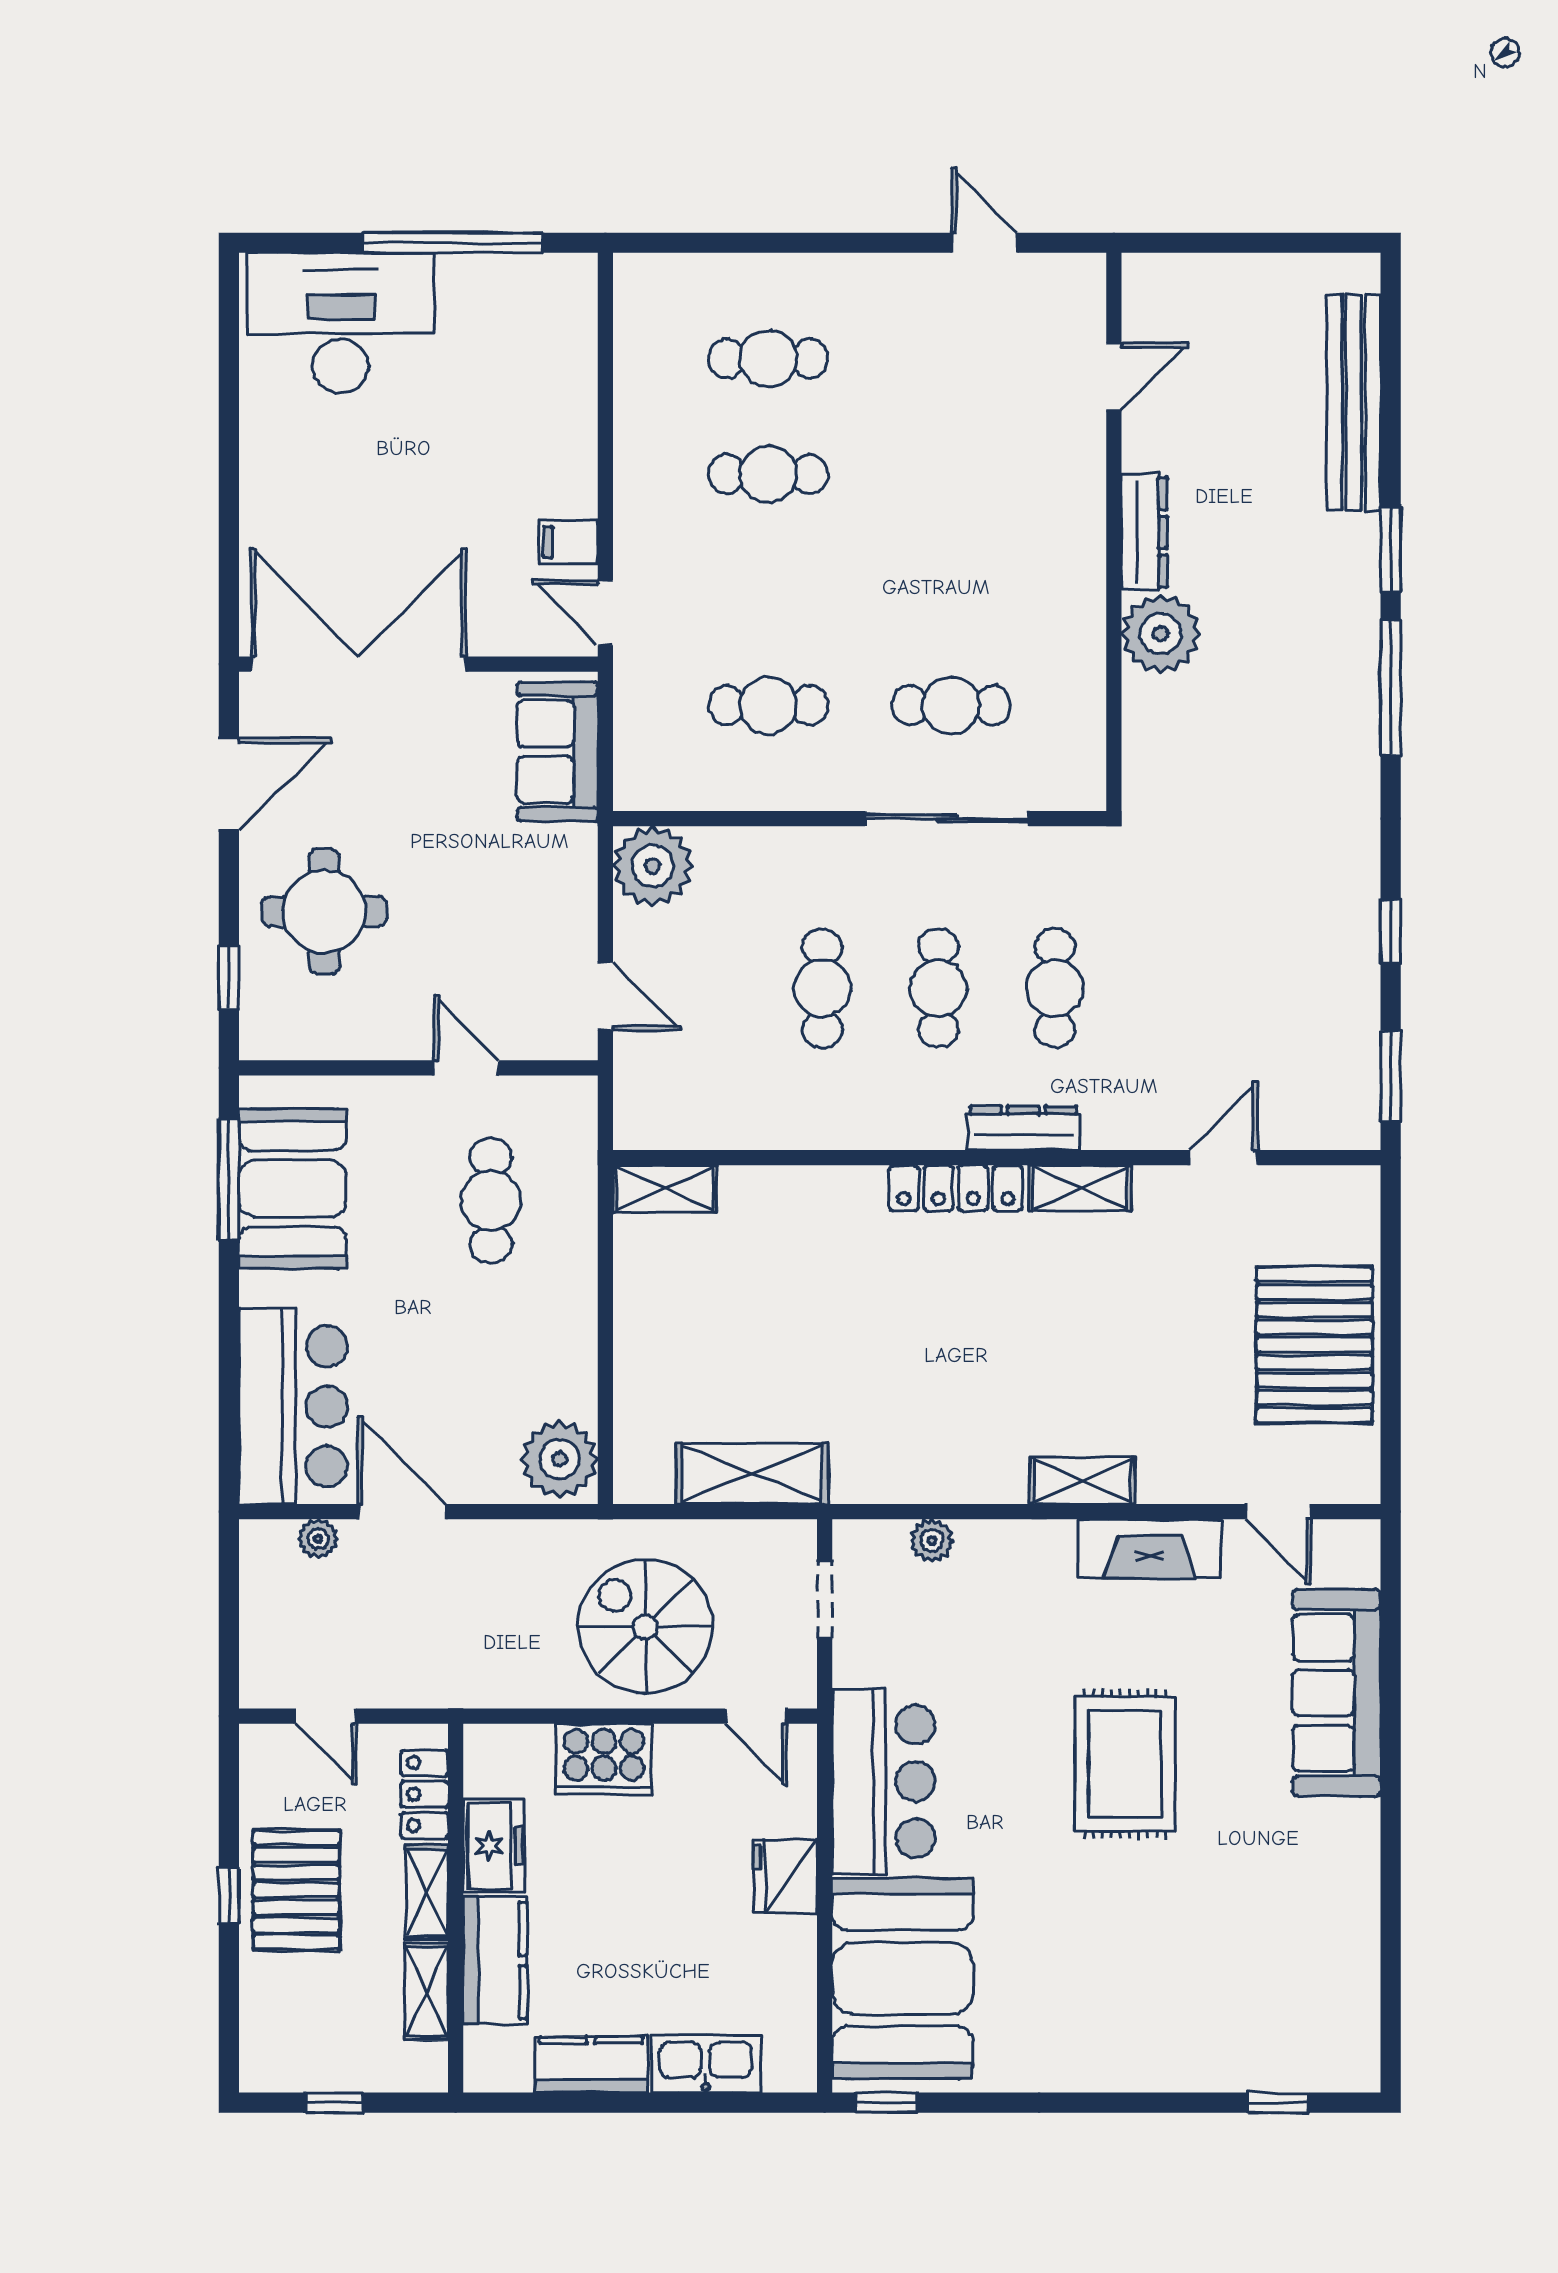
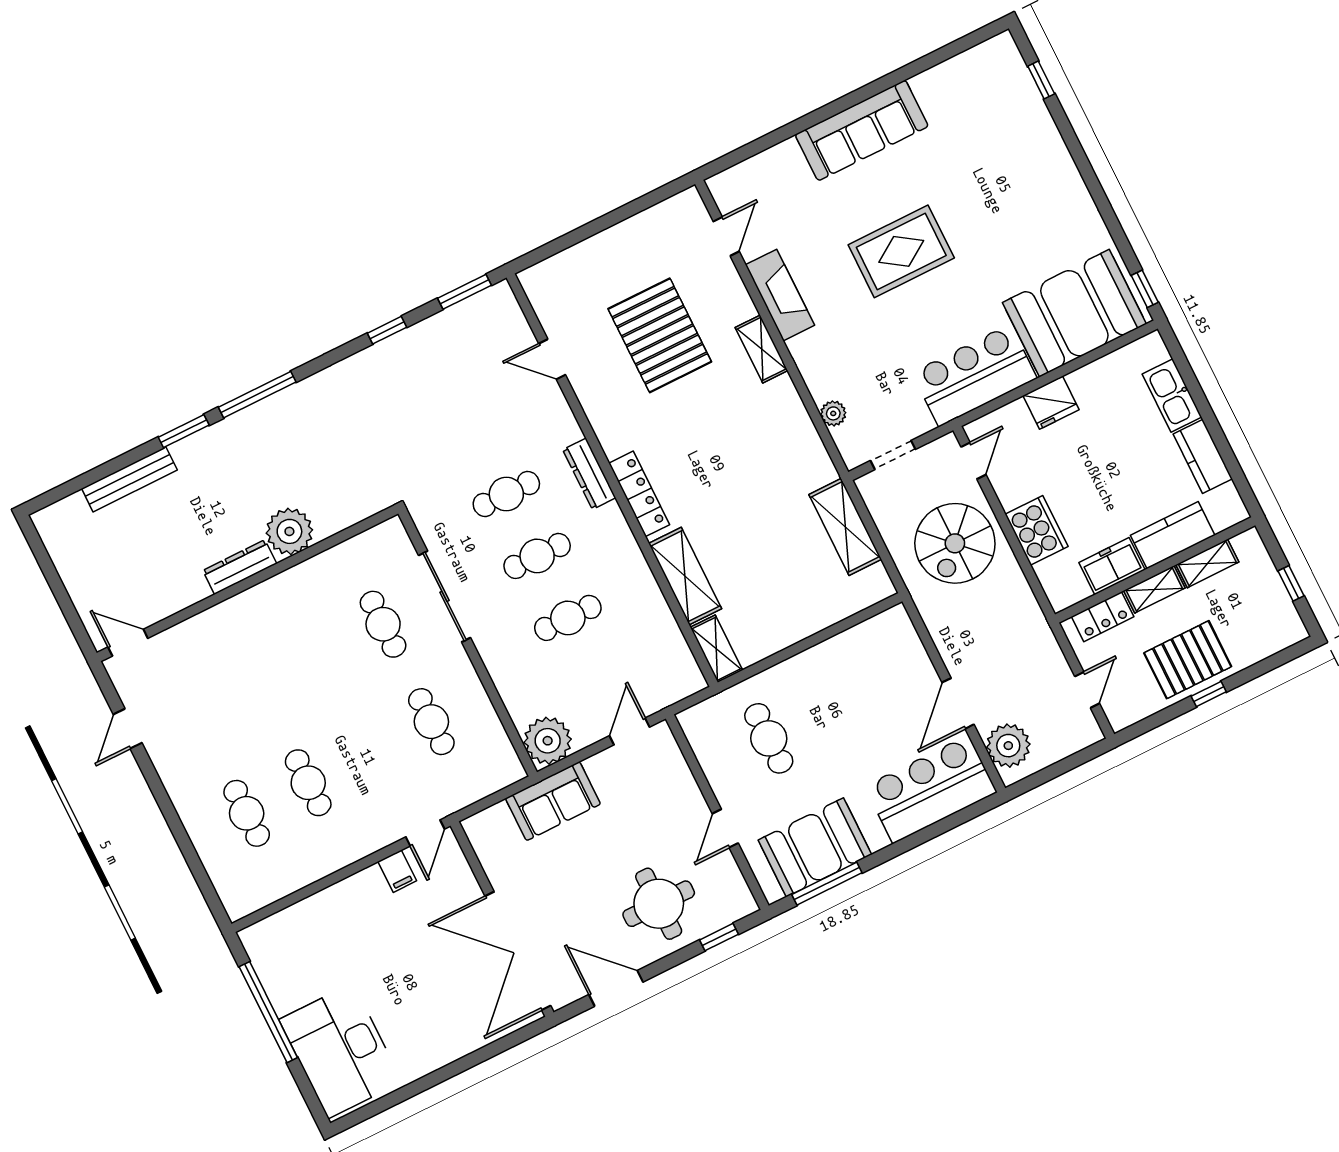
door: (1114, 376) -> (128, 643), moved
bench: (1354, 403) -> (129, 479), width x0.73, depth x0.82
sofa: (558, 752) -> (553, 801), moved
door: (466, 1068) -> (725, 828), moved
shelving: (1080, 1188) -> (685, 576), moved, width x1.50, depth x1.33
cafe table: (491, 1201) -> (769, 738), turned 90
pallet: (1314, 1345) -> (660, 335), moved, turned 90
plant: (560, 1459) -> (888, 633), removed
plant: (318, 1539) -> (1008, 746), width x1.88, depth x1.88
sofa: (1337, 1693) -> (862, 130), moved

